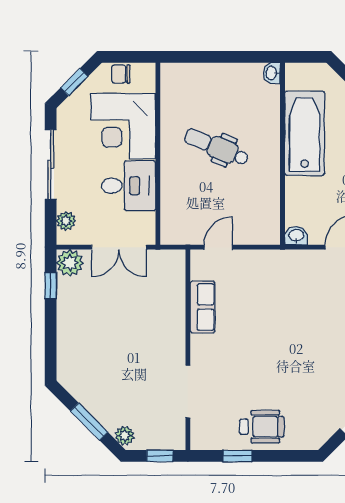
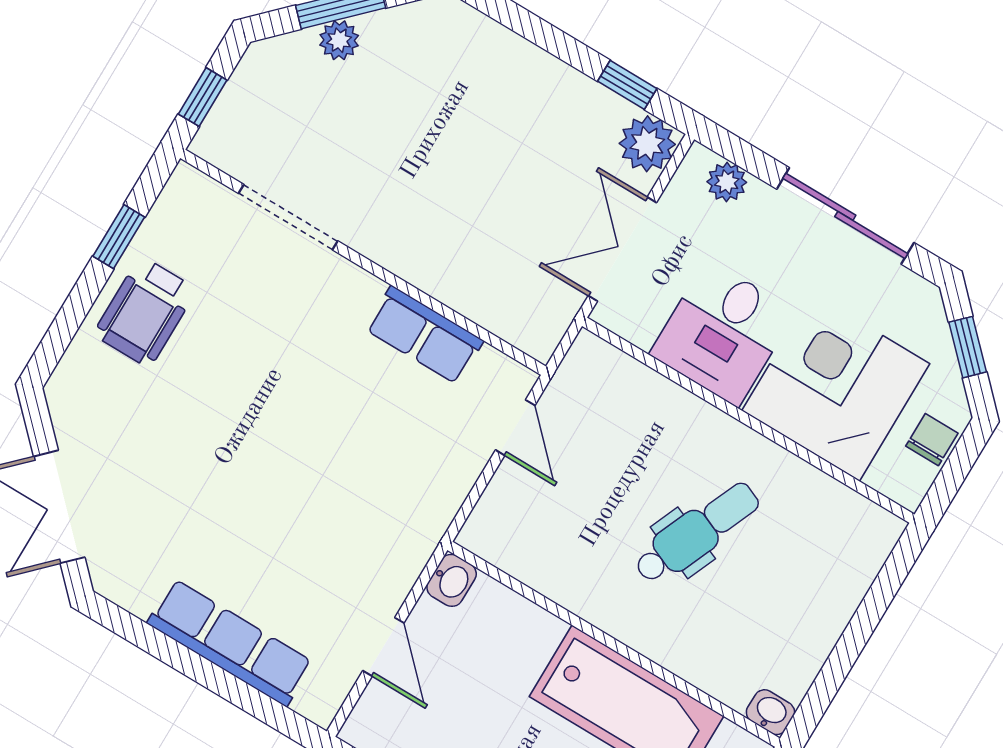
plant: (125, 436) -> (339, 40), moved

